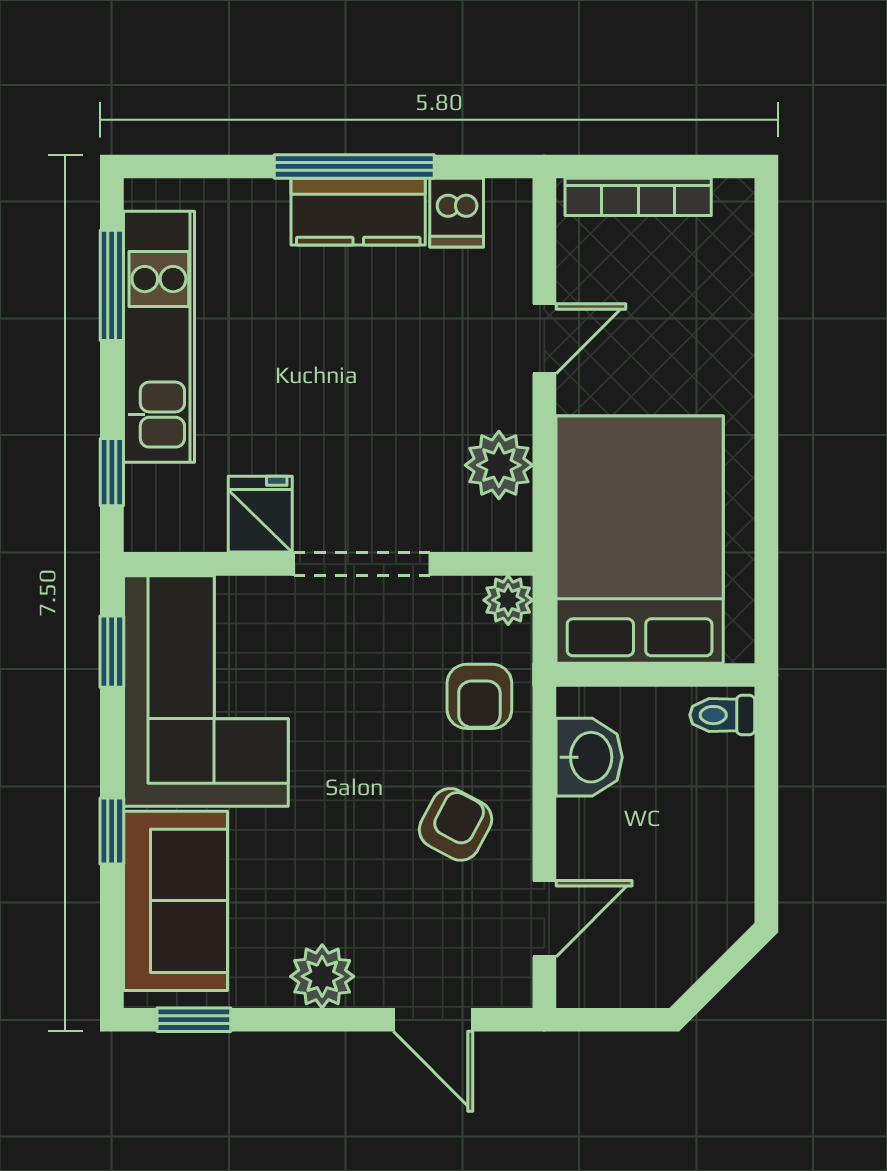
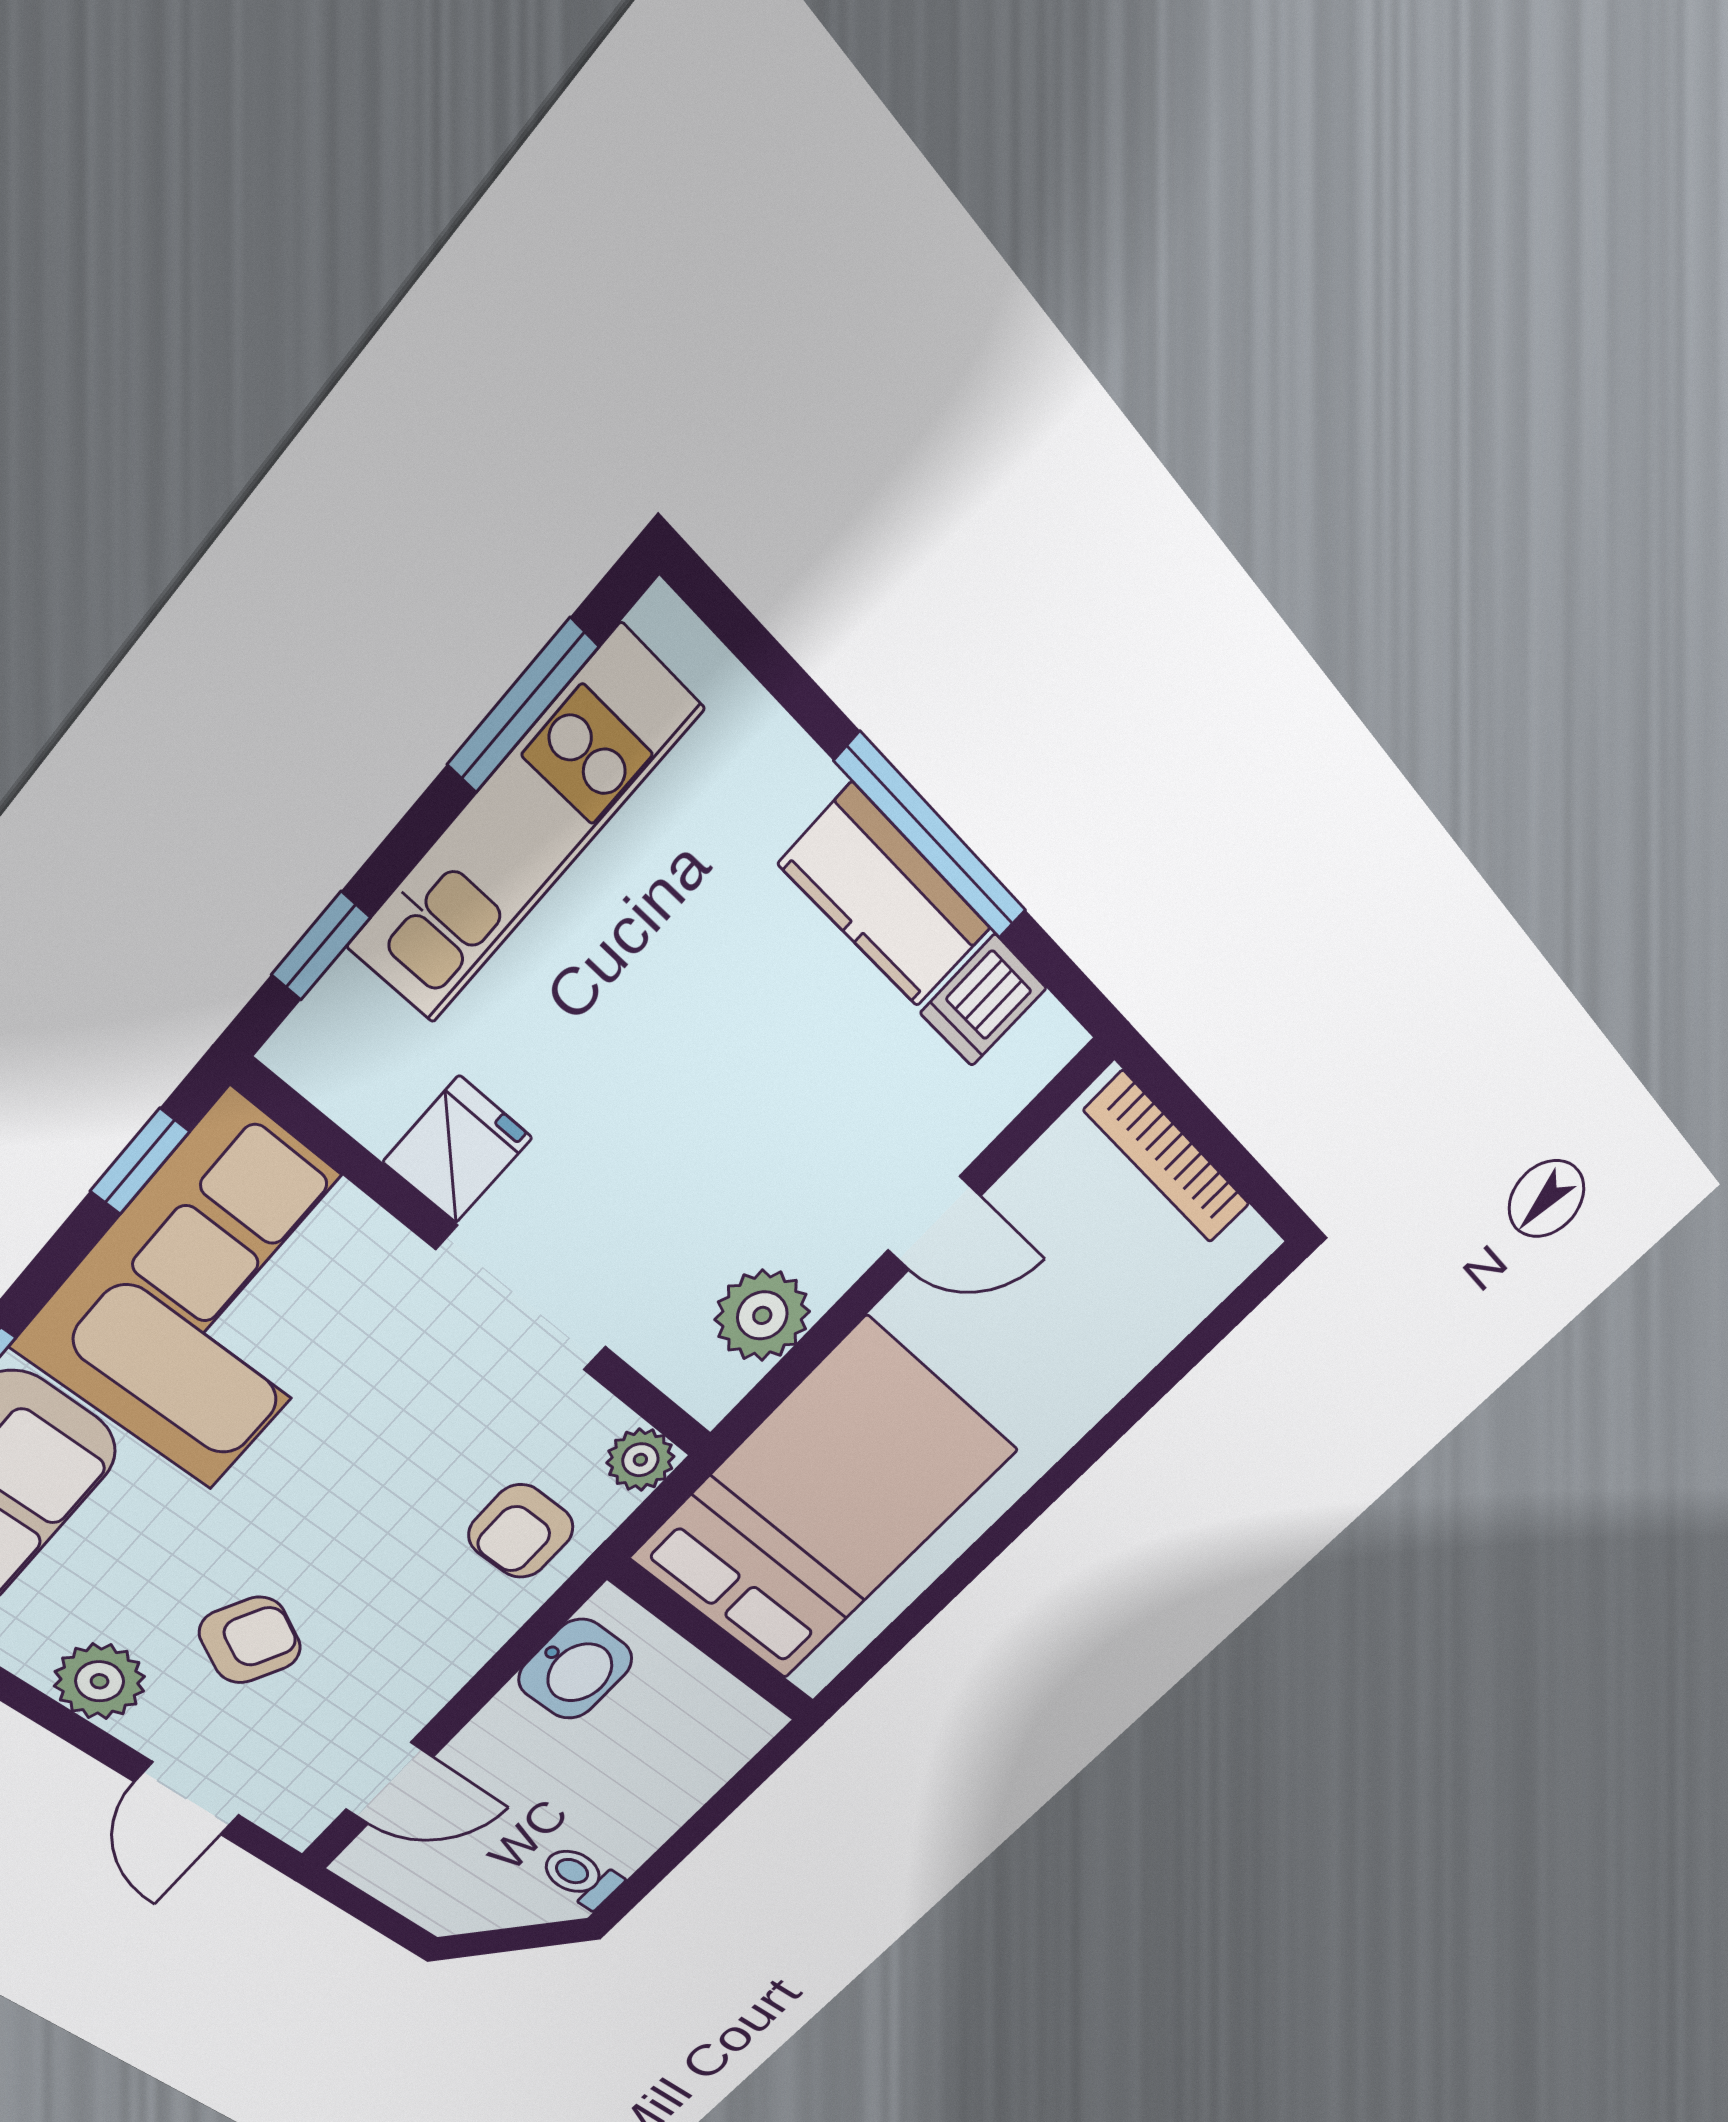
toilet: (722, 715) -> (580, 1877), moved
armchair: (456, 824) -> (250, 1640), moved

